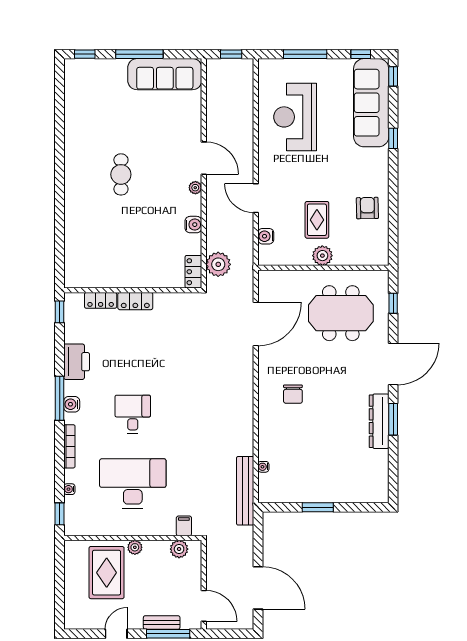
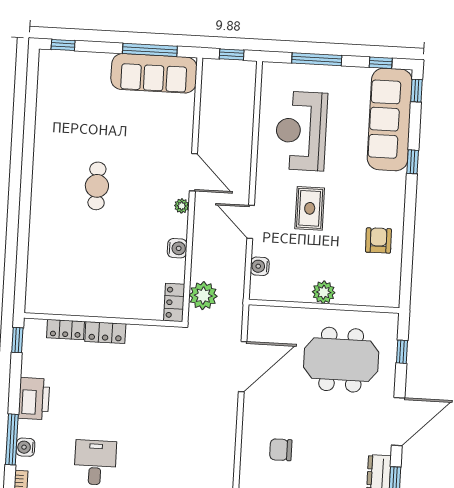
window: (139, 54) -> (150, 50), moved
rug: (317, 220) -> (310, 208), moved
chair: (293, 394) -> (281, 450), turned 90

